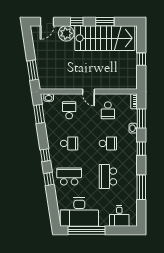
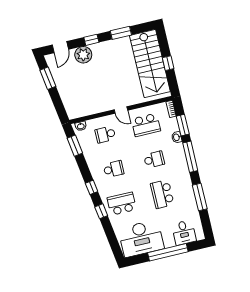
stairs: (105, 38) -> (150, 63), moved, turned 90
window: (33, 70) -> (48, 78), moved
school desk: (69, 110) -> (105, 134), turned -90
school desk: (108, 110) -> (146, 125), width x1.85
window: (141, 149) -> (190, 157), width x2.17
window: (87, 230) -> (168, 252), moved

